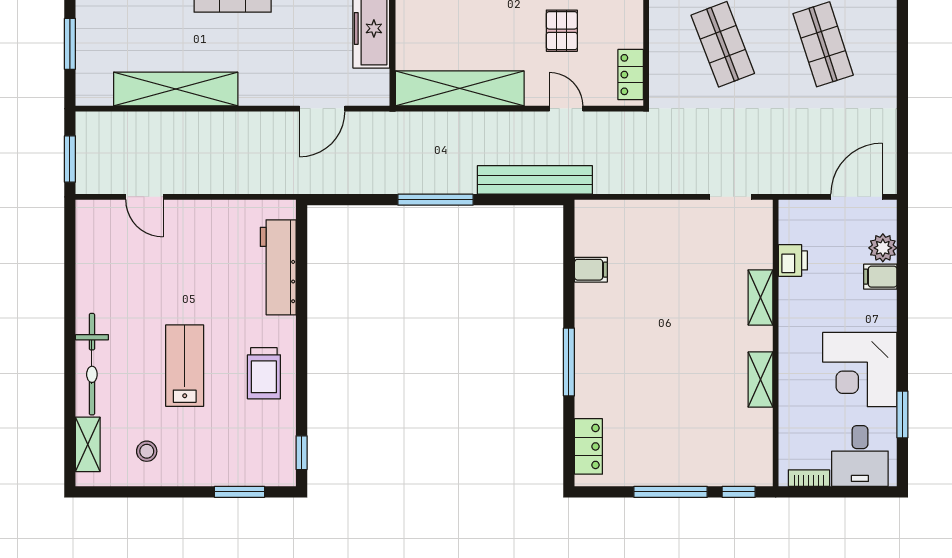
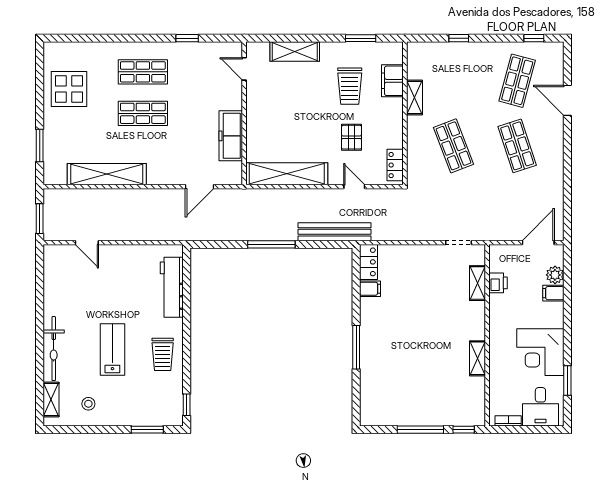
shelving: (760, 297) -> (477, 283), moved
locker: (588, 446) -> (368, 262), moved

